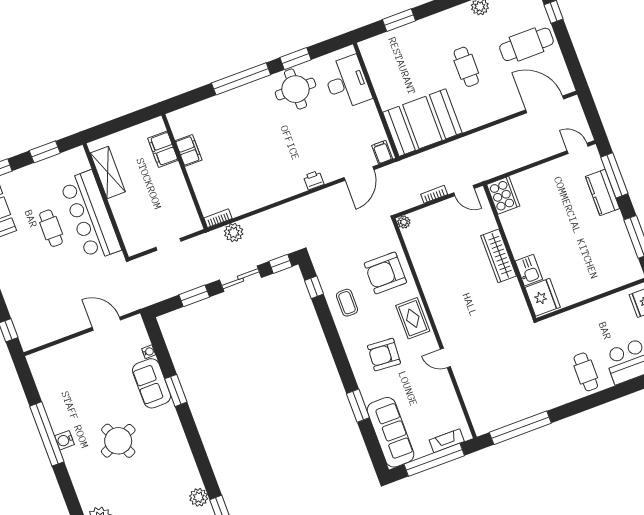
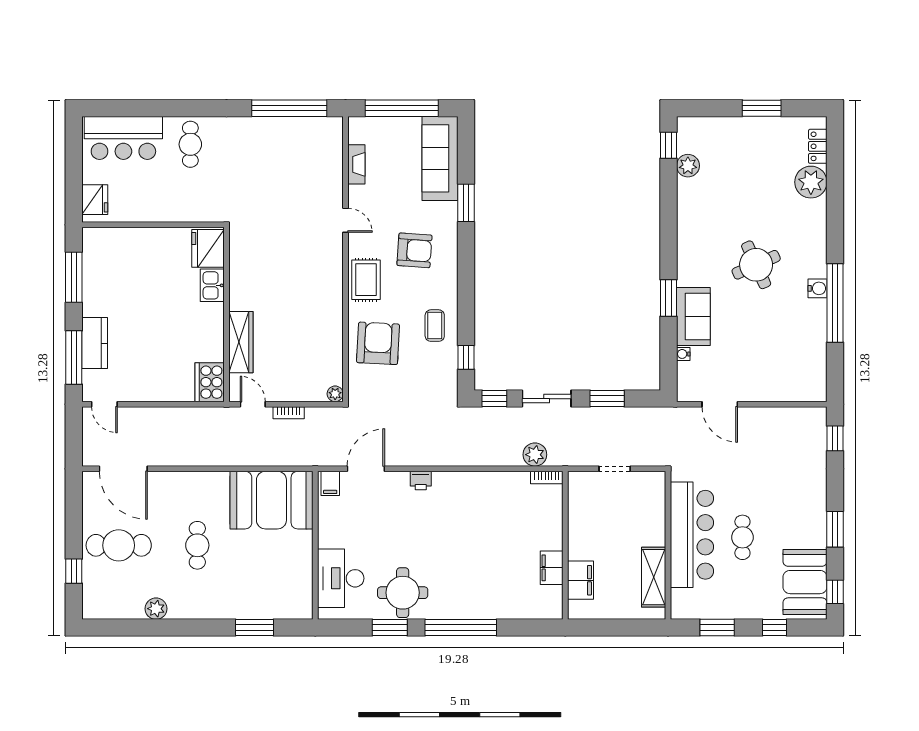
wardrobe: (499, 256) -> (241, 342), moved
armchair: (385, 273) -> (378, 343), turned -87
fireplace: (447, 441) -> (356, 164), moved, turned -90

